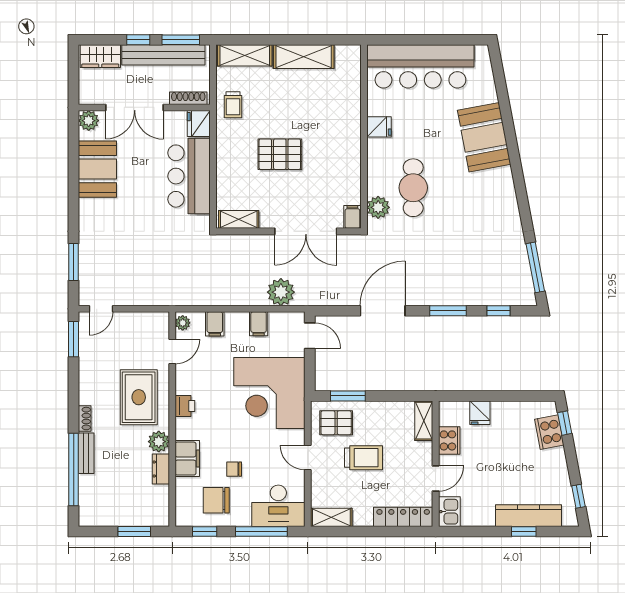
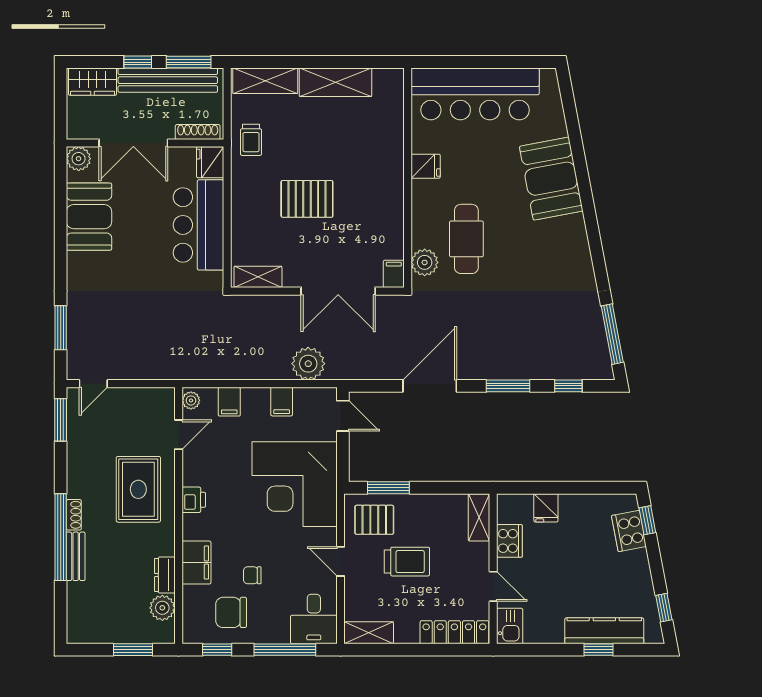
plant: (159, 442) -> (162, 608), moved
window: (74, 470) -> (61, 537), moved
door: (436, 479) -> (493, 586), hinge flipped
desk: (278, 506) -> (314, 619), width x0.73

